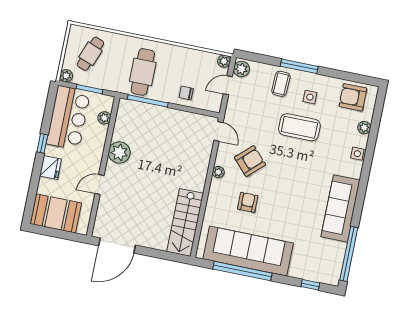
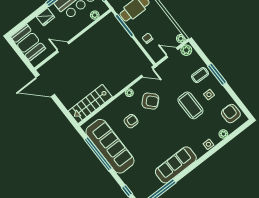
door: (218, 131) -> (147, 72), hinge flipped
plant: (119, 152) -> (87, 39), removed

